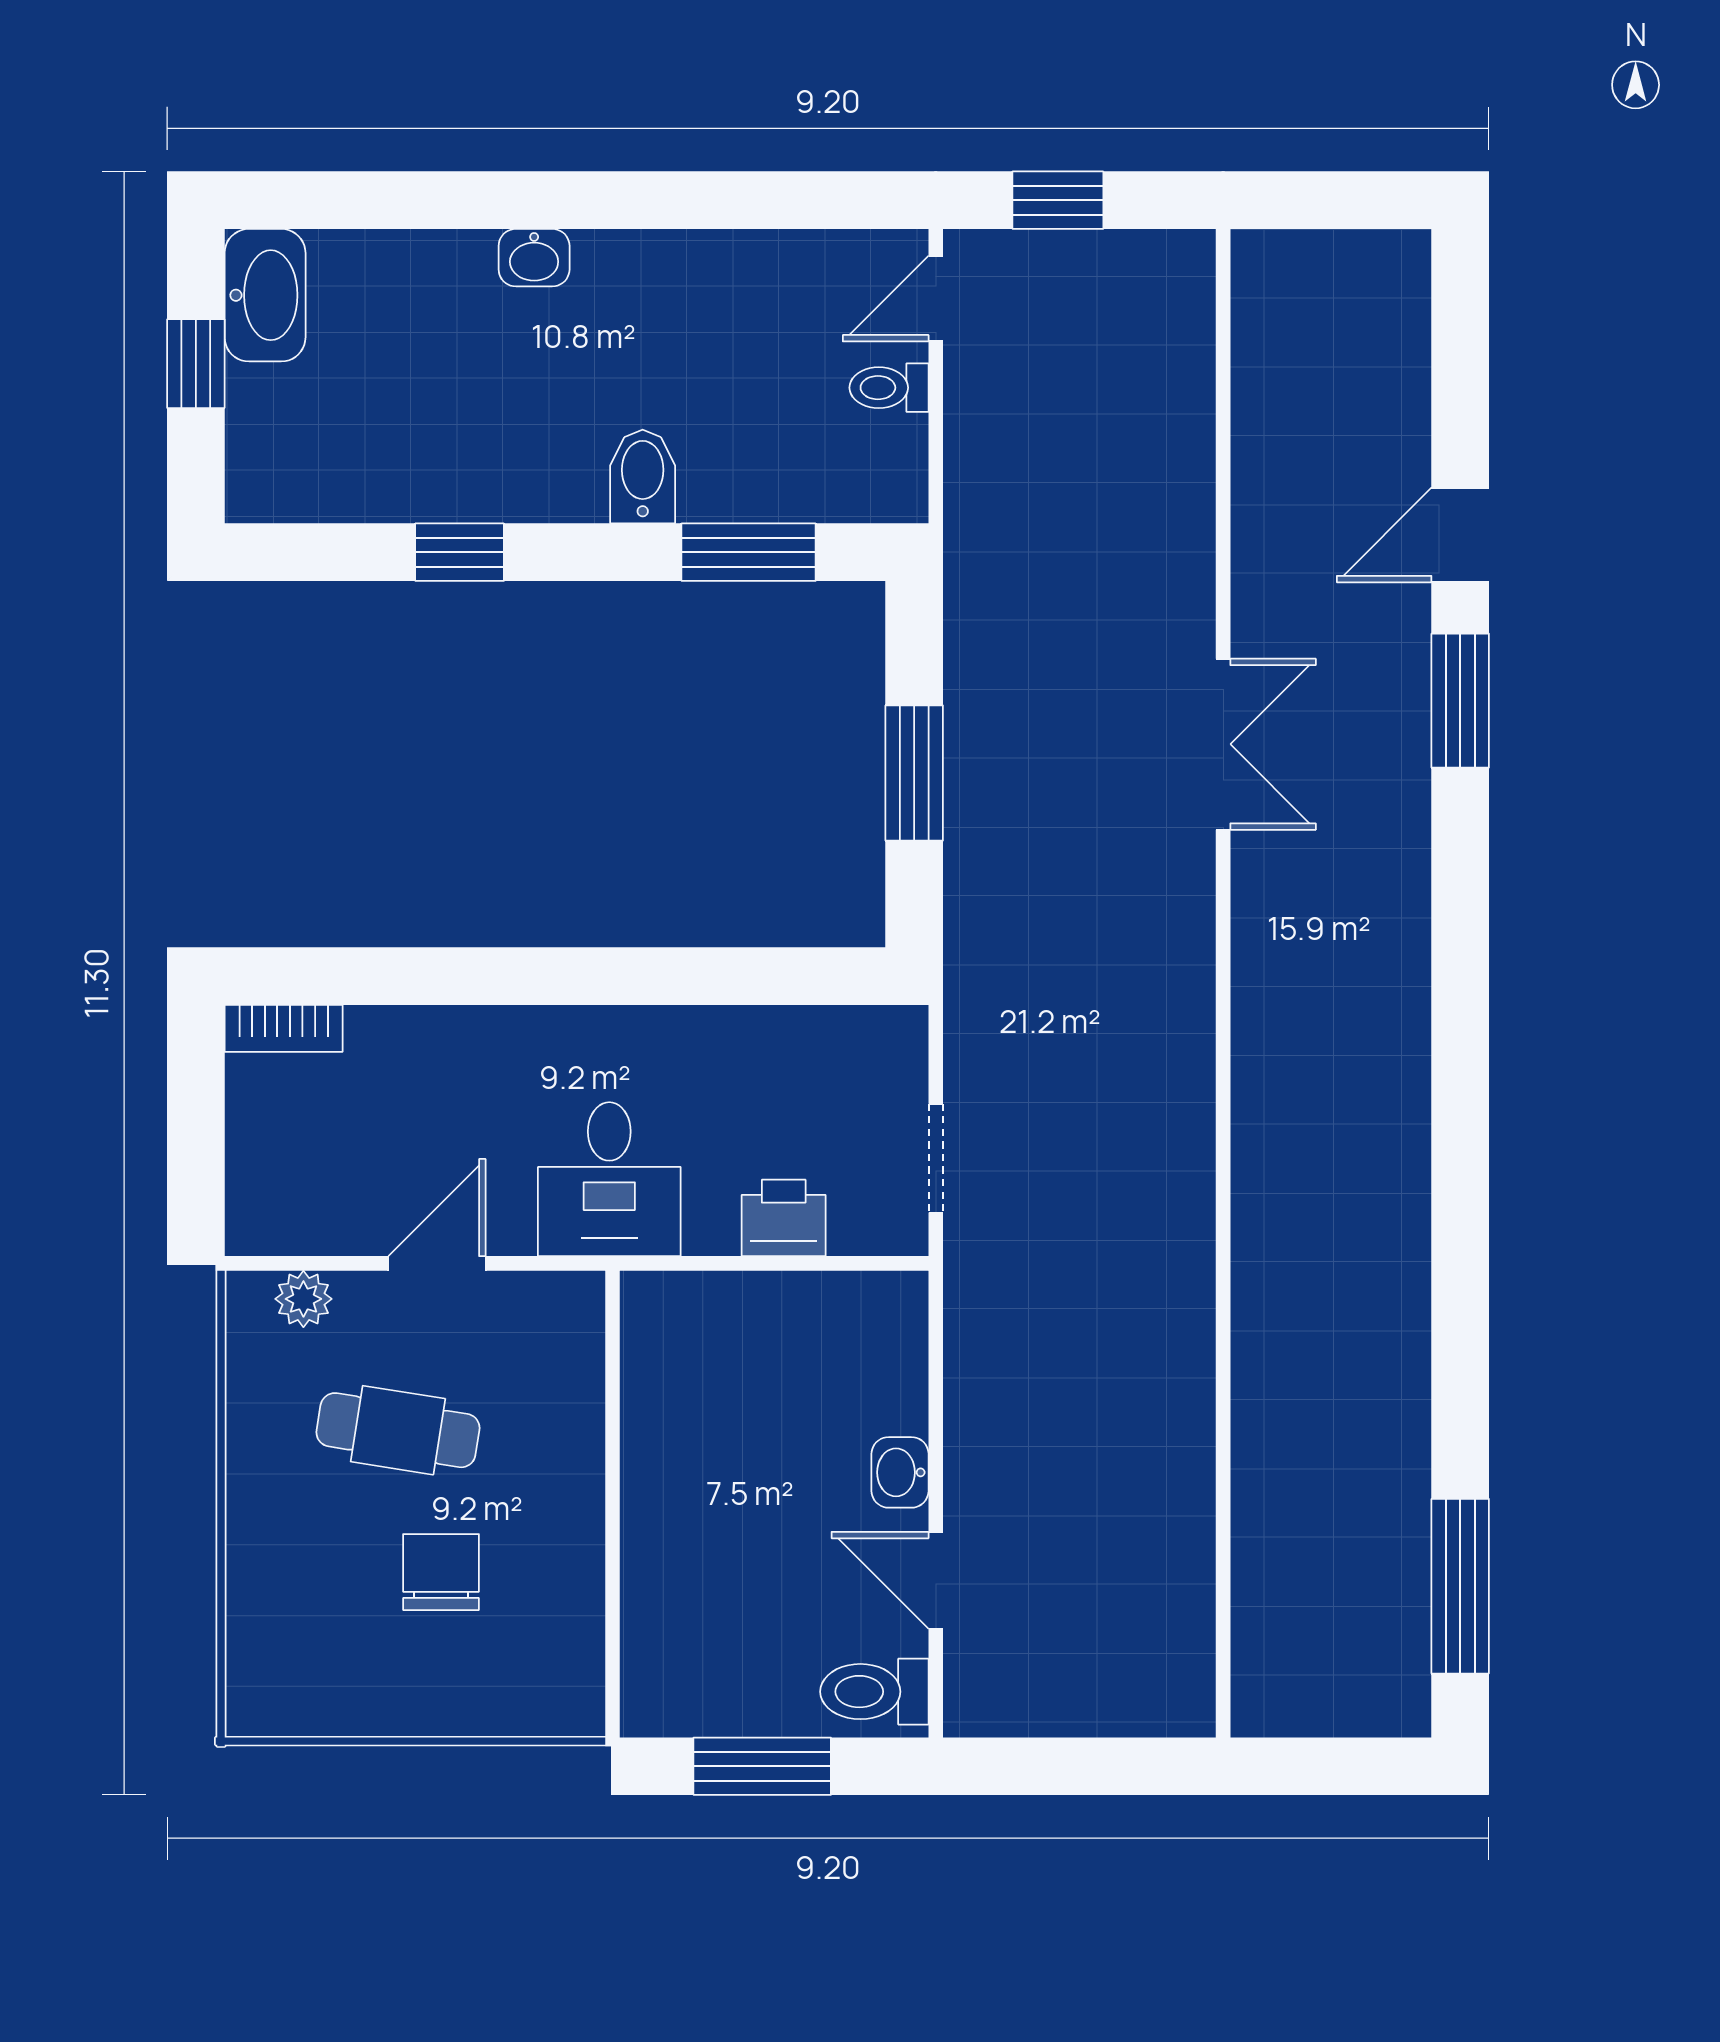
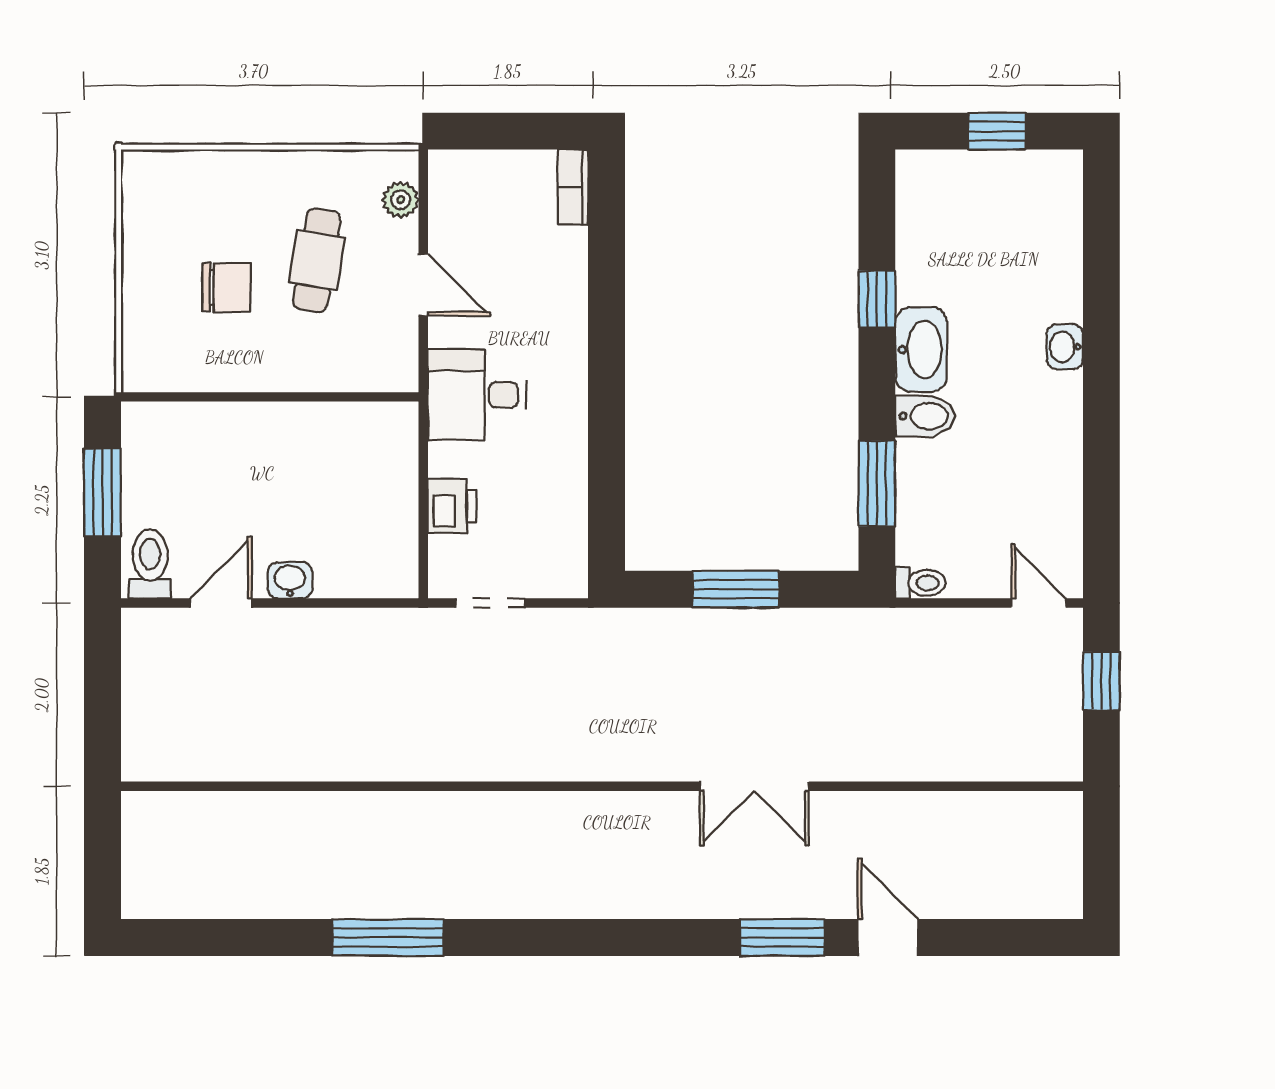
washbasin: (265, 295) -> (921, 349), moved, turned -90
toilet: (889, 388) -> (920, 583), moved, turned 90
window: (1460, 1586) -> (388, 937), moved

